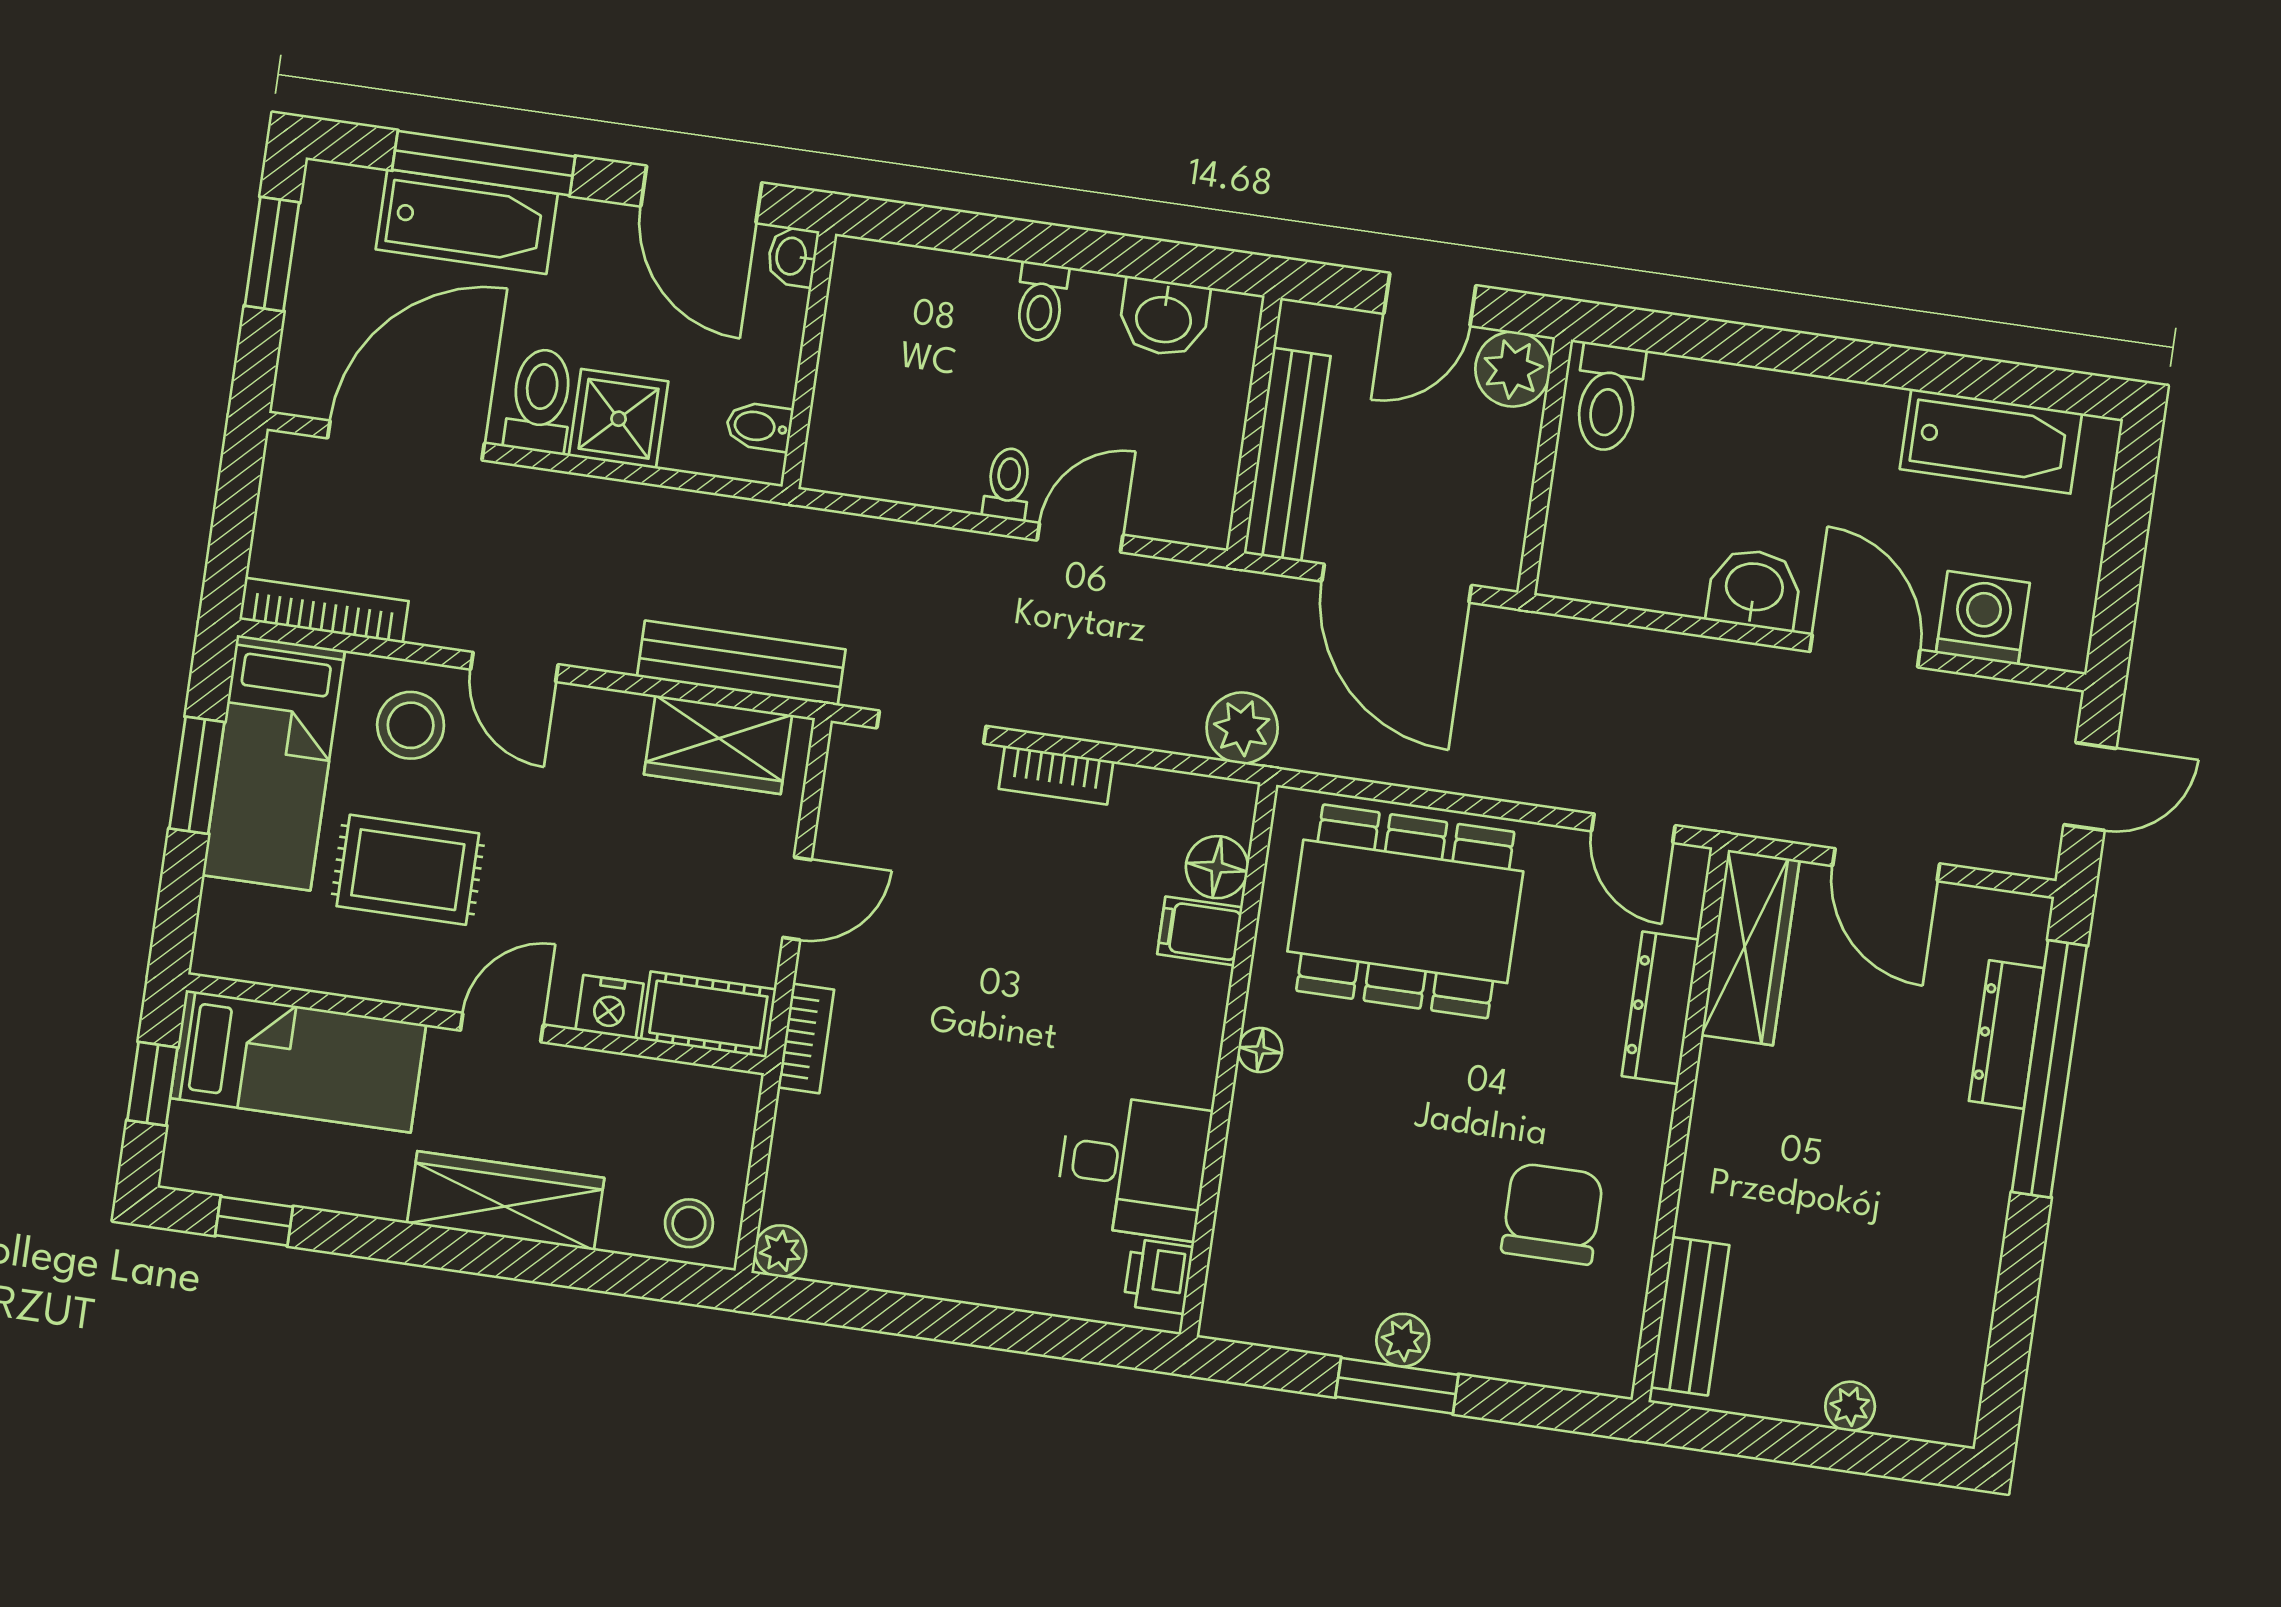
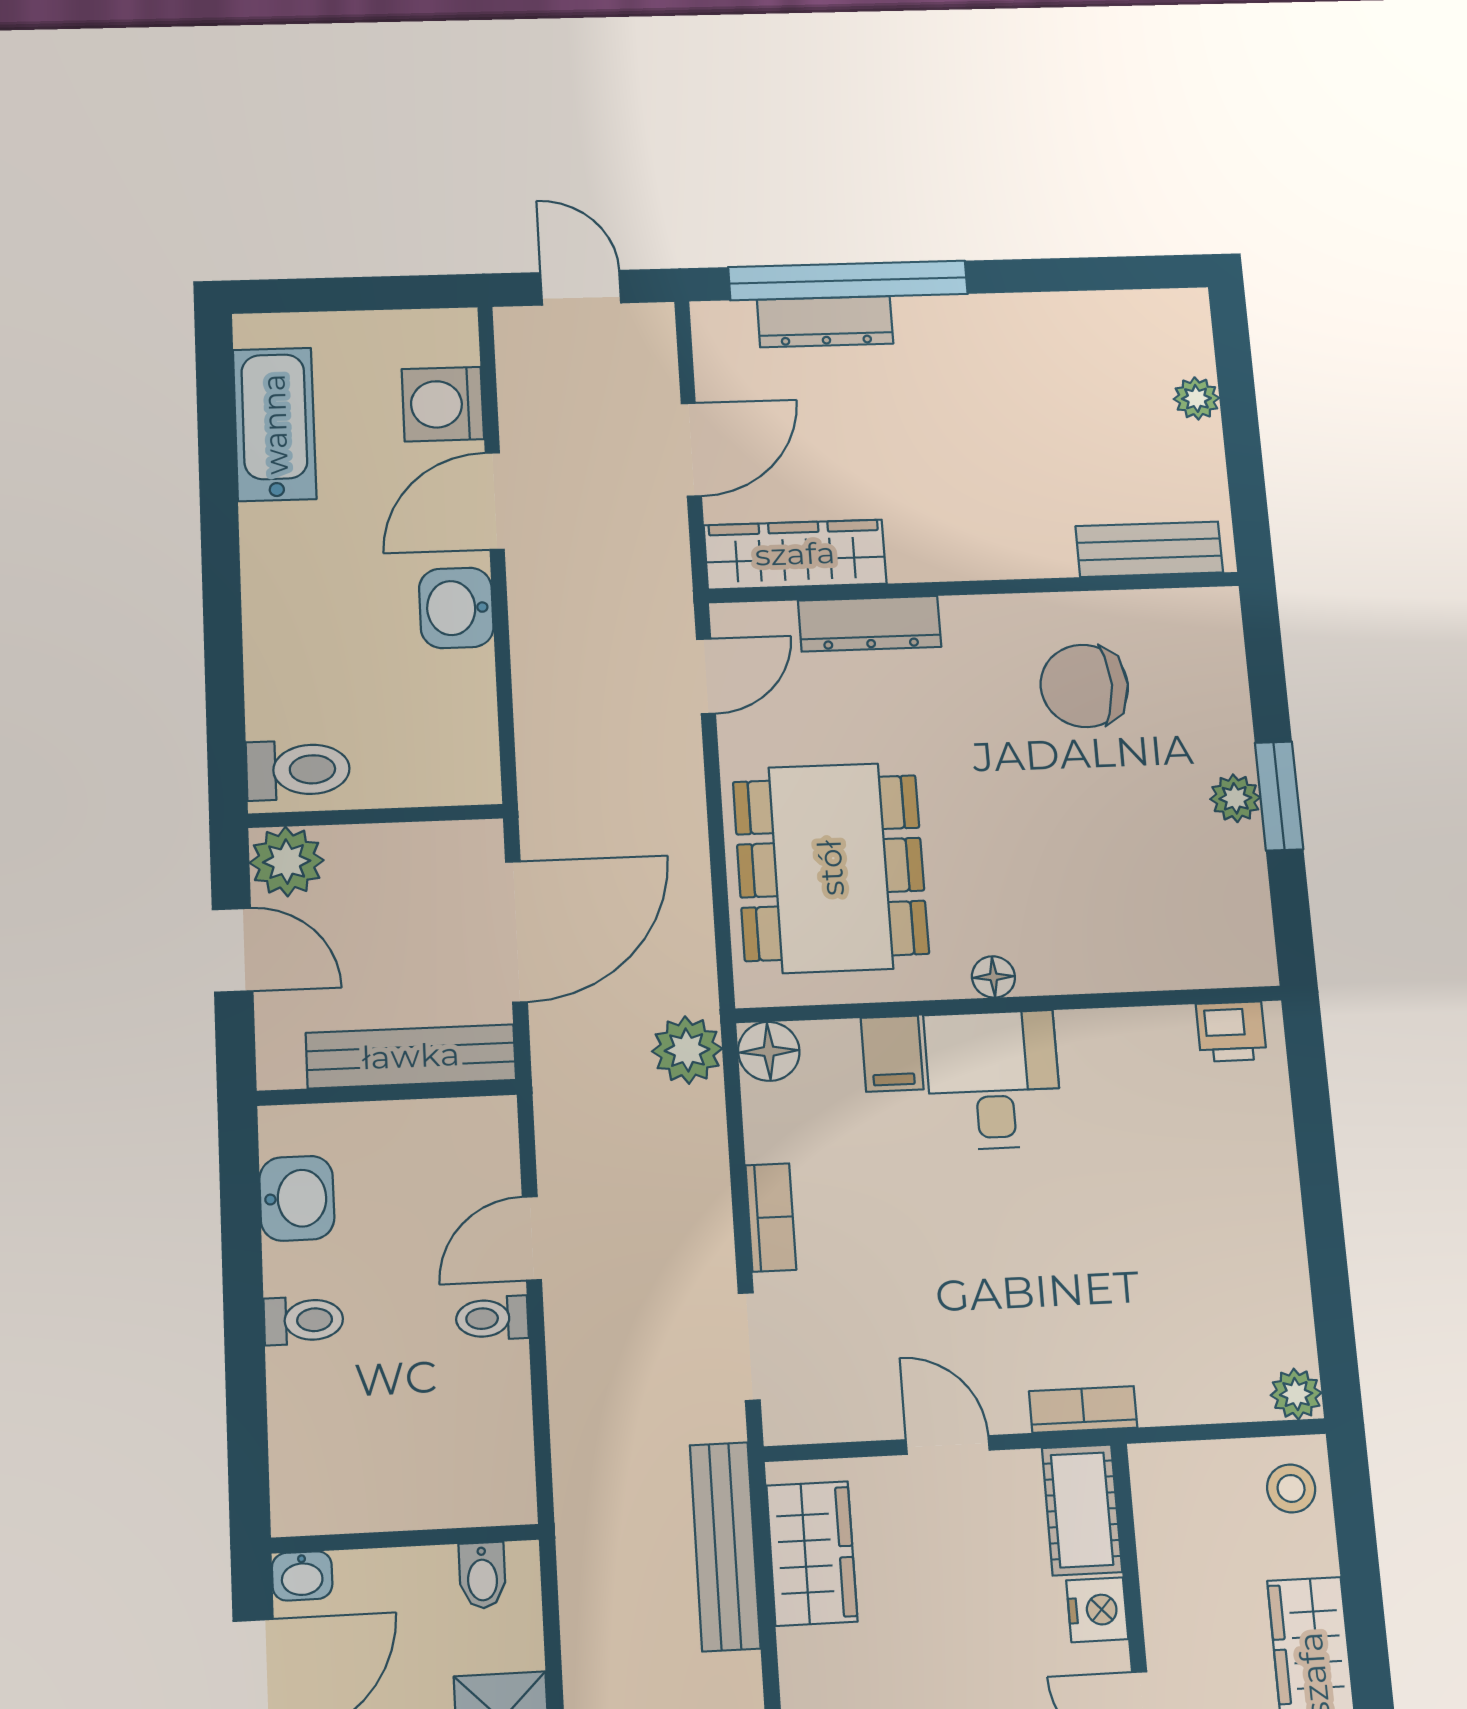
door: (1080, 538) -> (532, 1238), hinge flipped
floor lamp: (1217, 867) -> (769, 1051), moved
desk: (1133, 1166) -> (993, 1080), moved

